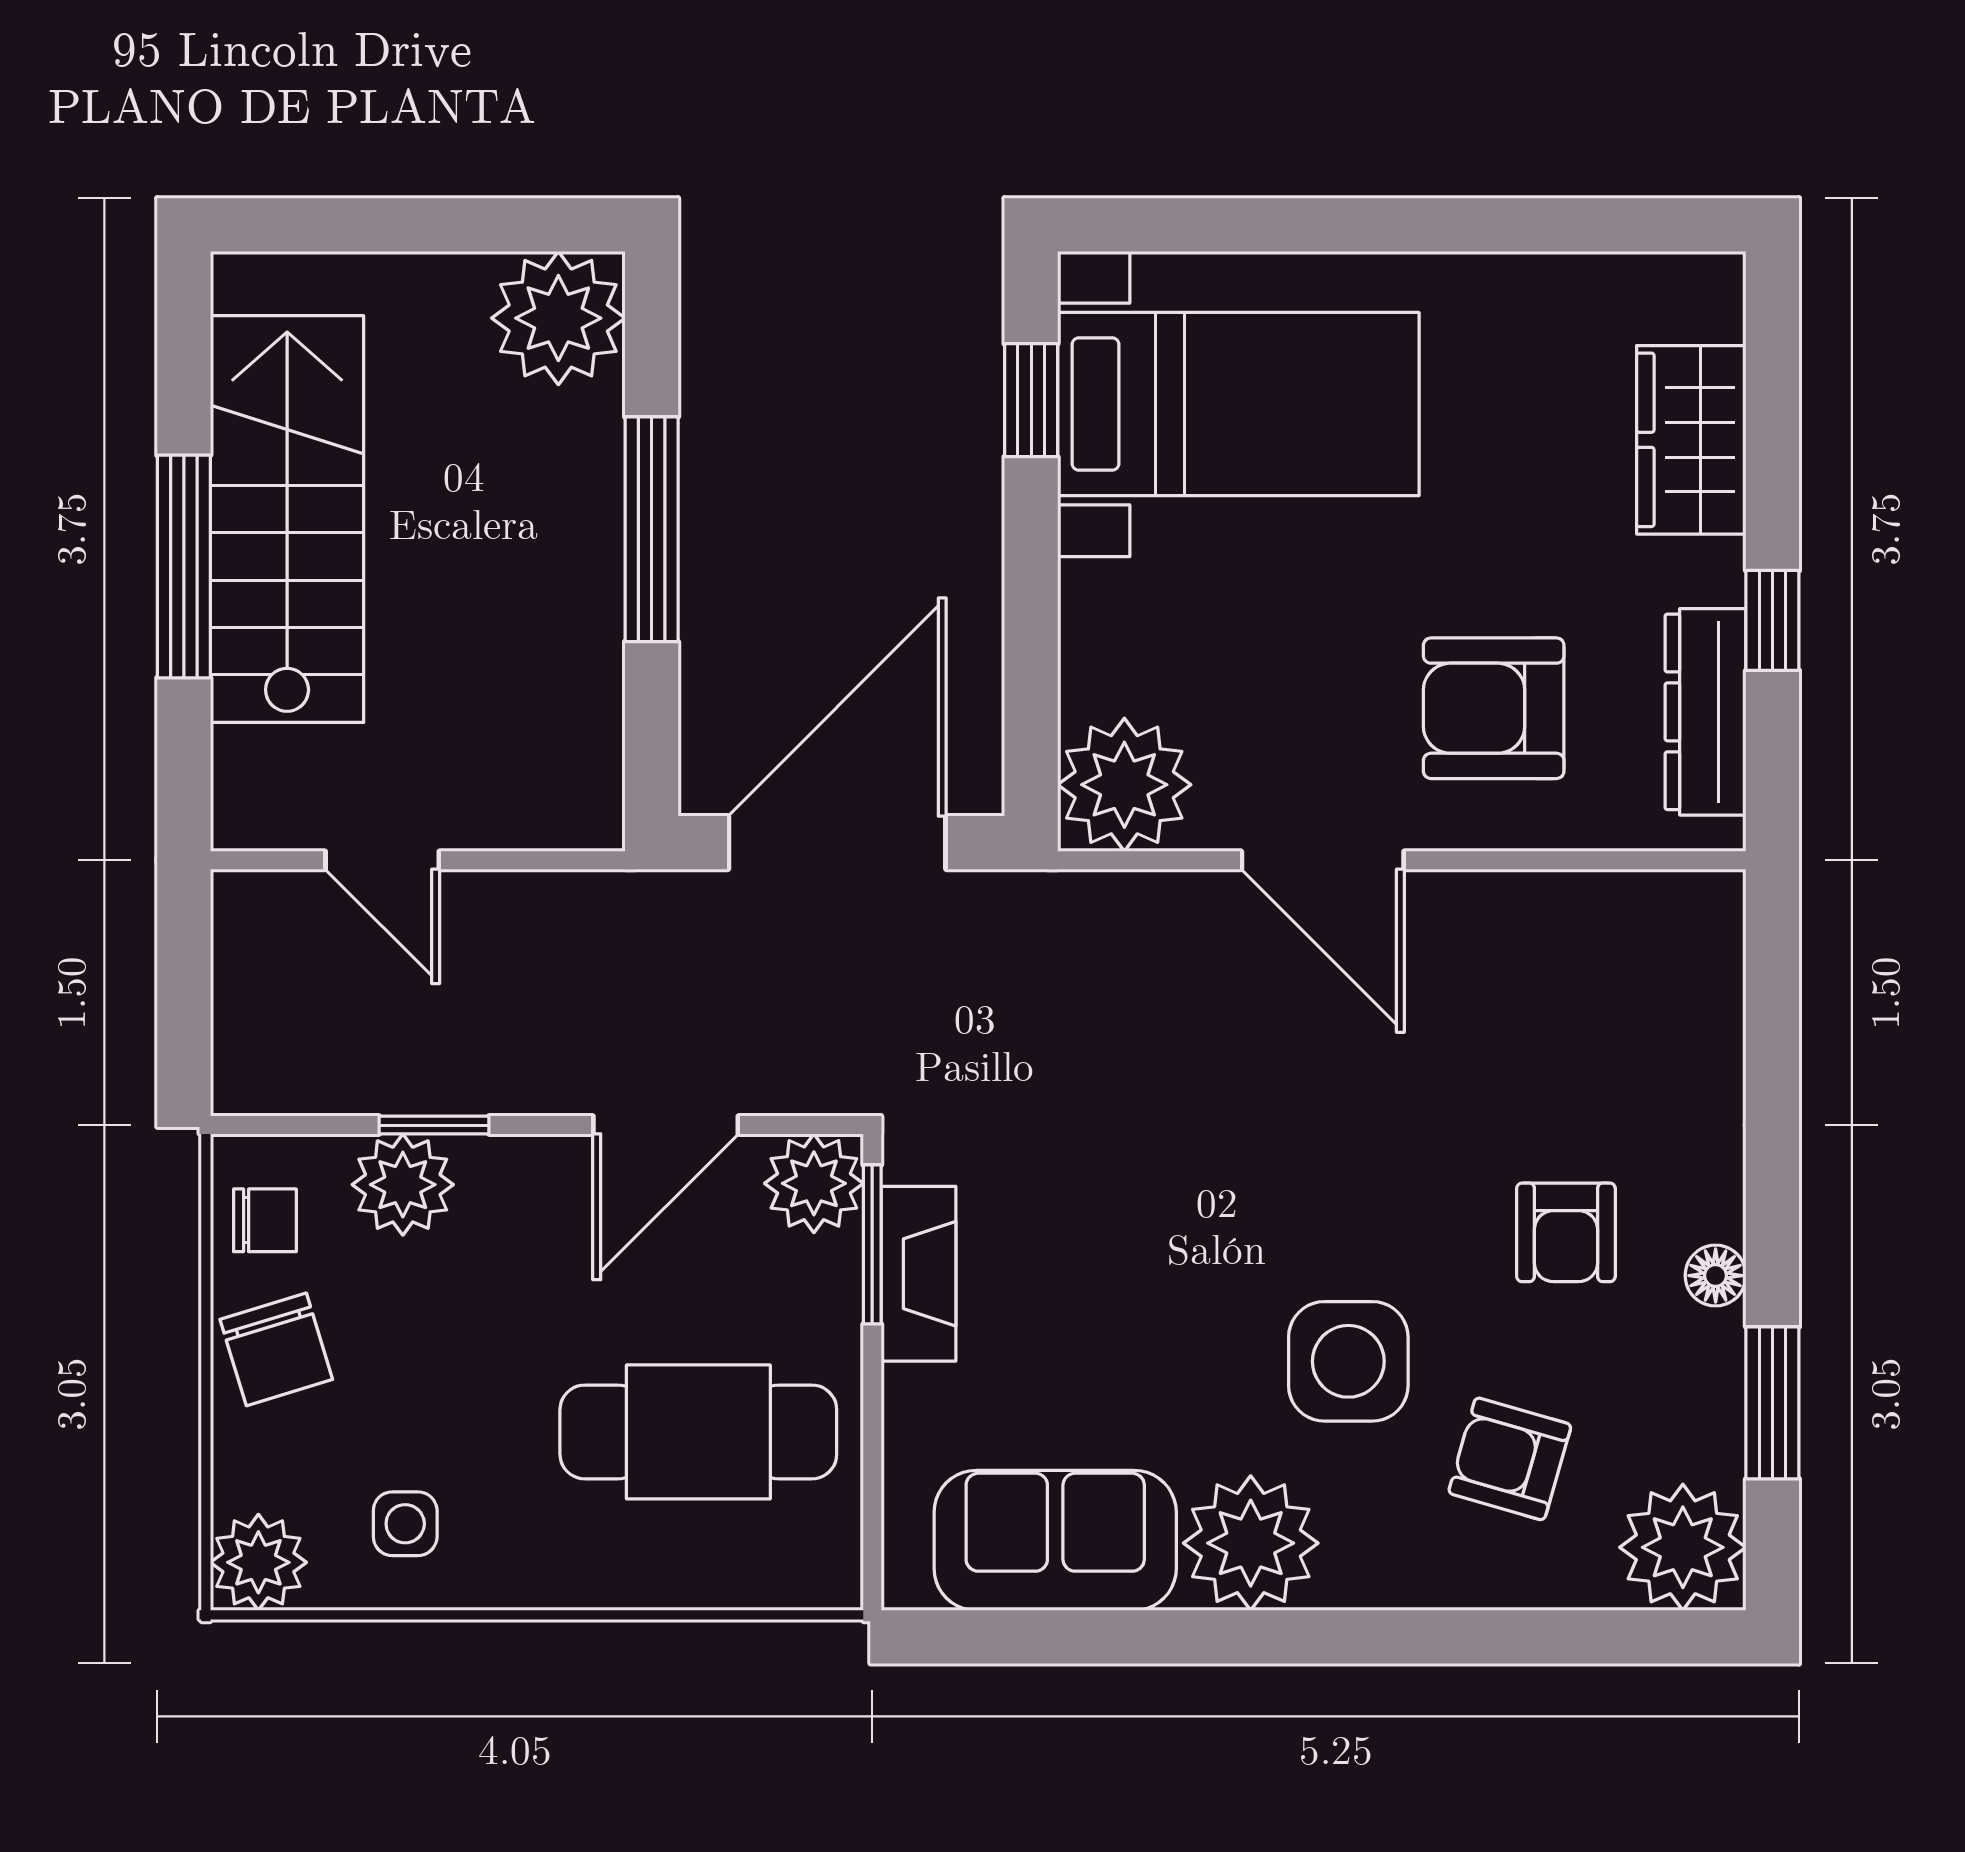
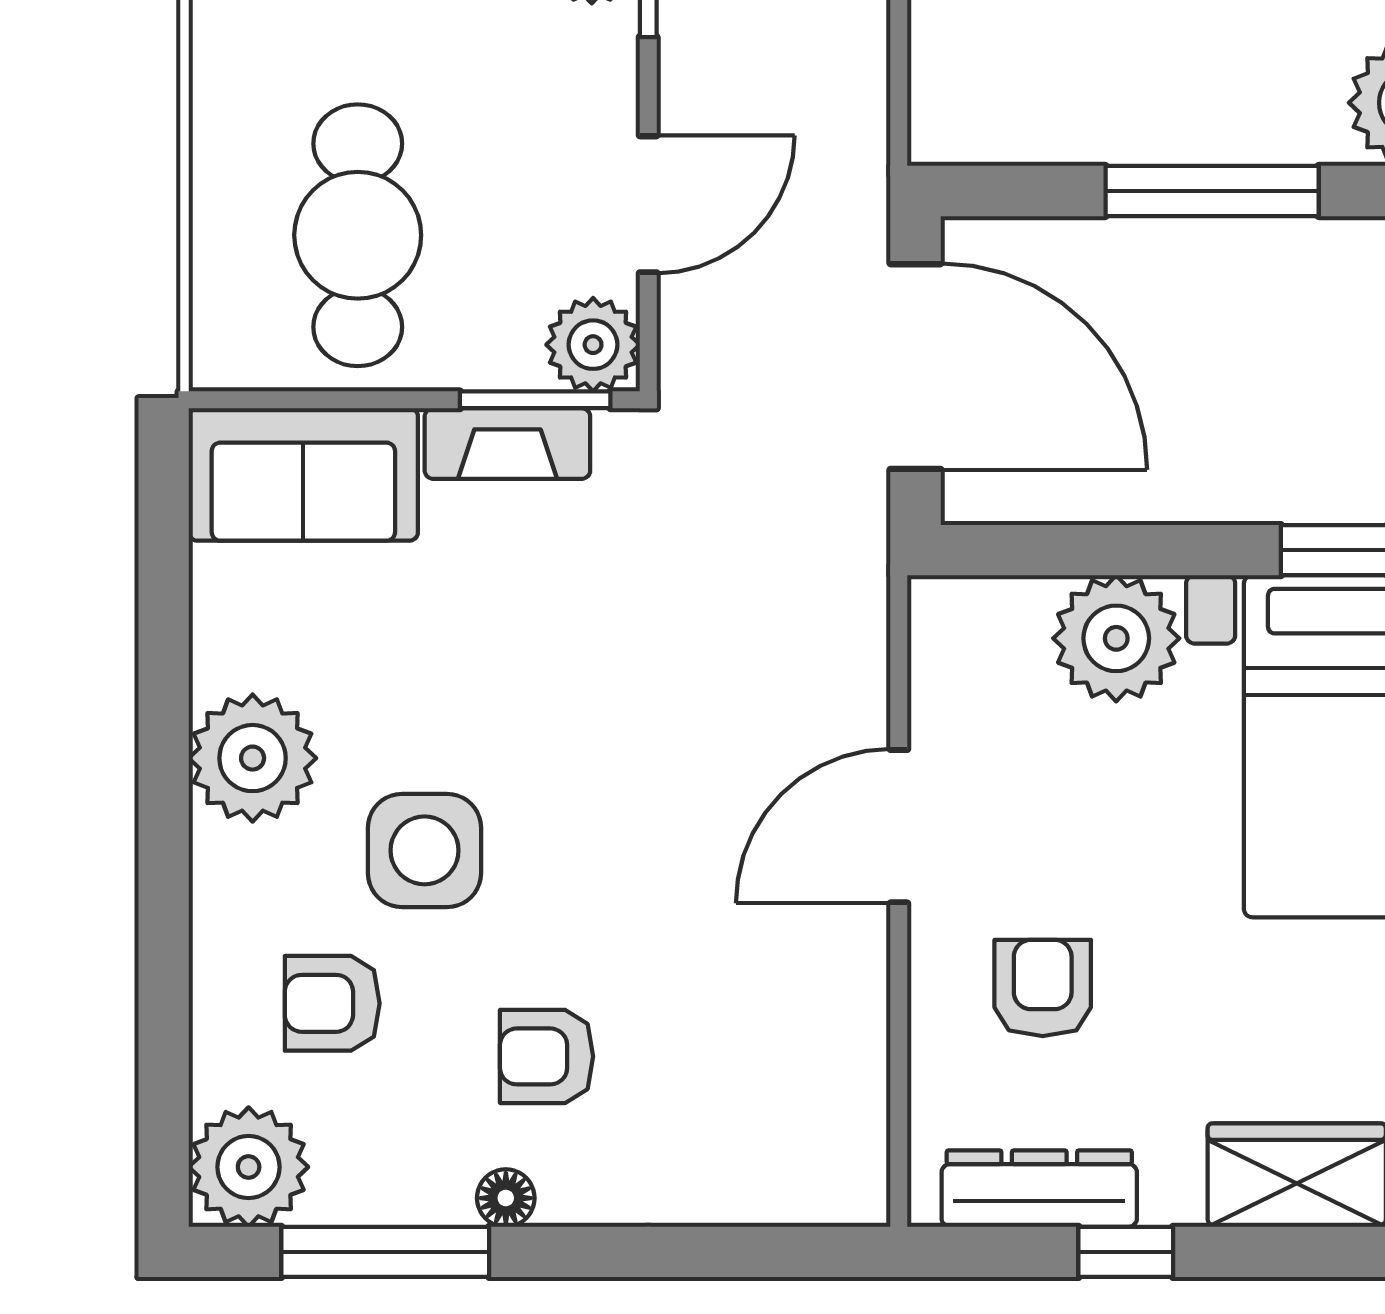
armchair: (1494, 708) -> (1043, 988), width x0.72, depth x0.72
plant: (1124, 785) -> (1116, 638), moved
door: (666, 1125) -> (648, 204), swing flipped
window: (1772, 1403) -> (385, 1252), width x1.44
armchair: (1510, 1459) -> (332, 1003), turned -106
sofa: (1055, 1540) -> (303, 474), moved, turned 90

